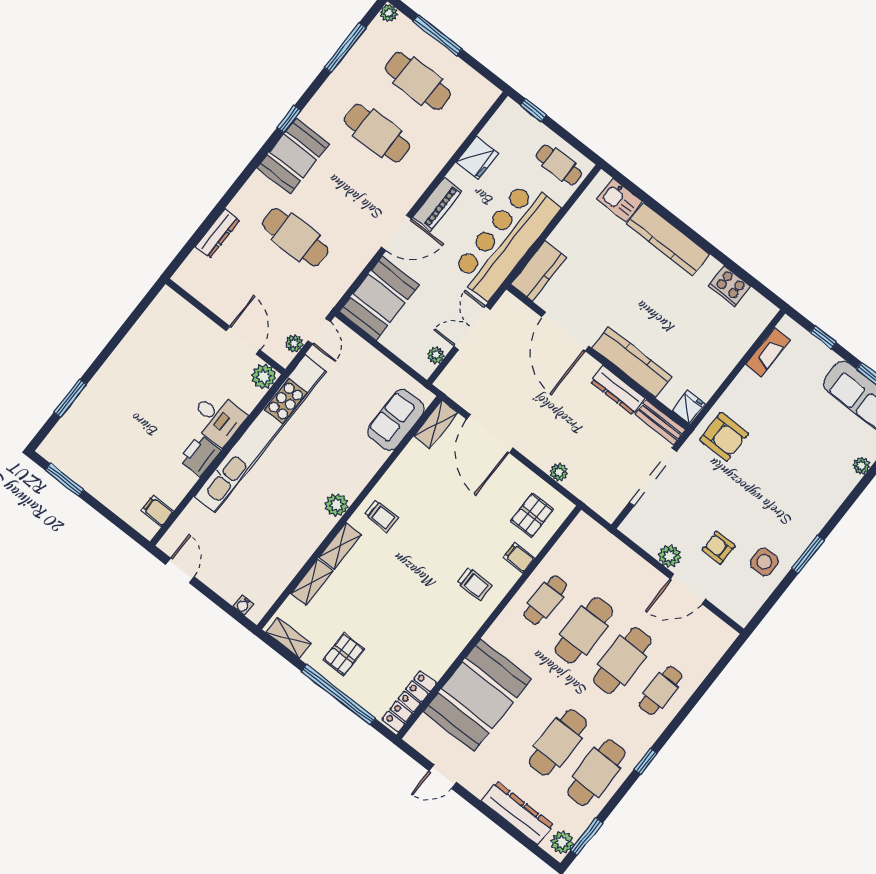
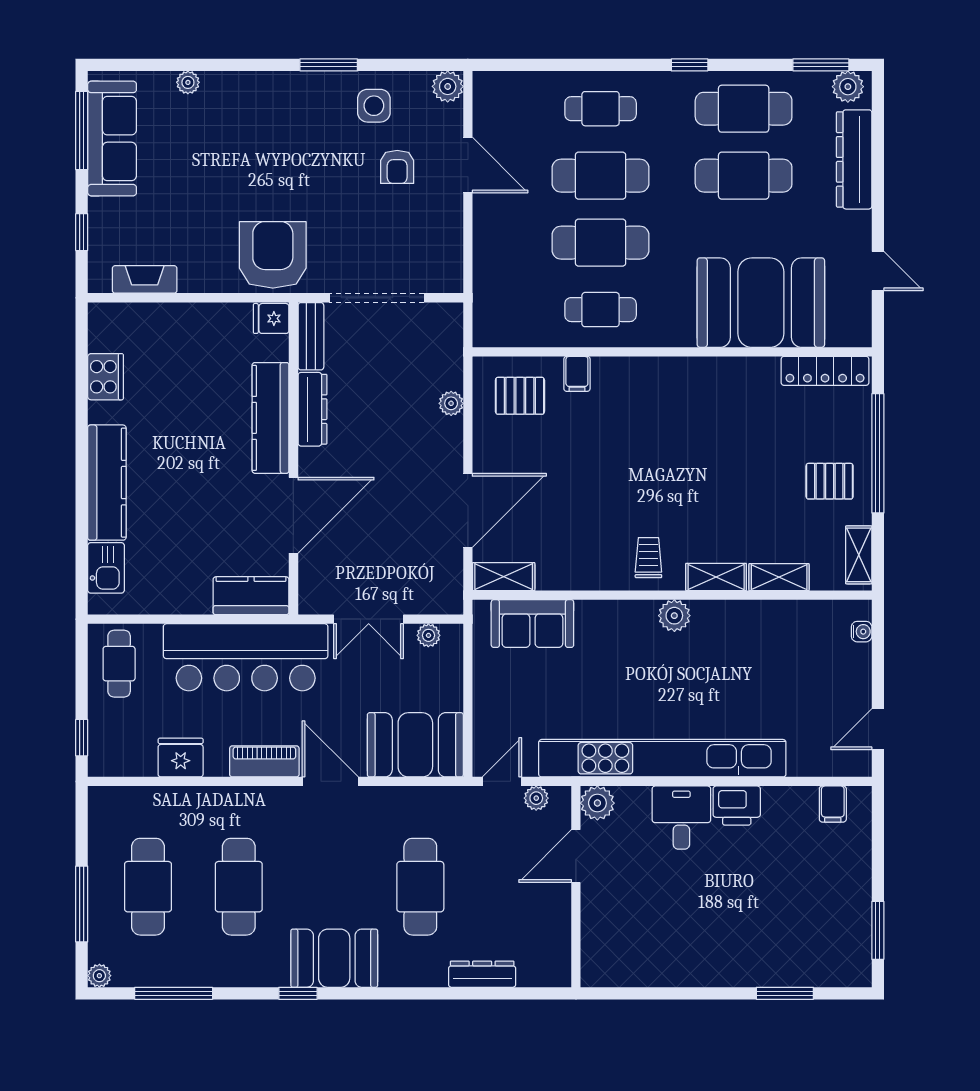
armchair: (724, 437) -> (273, 255), width x1.36, depth x1.36
plant: (670, 556) -> (448, 86), moved
trolley: (475, 584) -> (643, 399), removed

